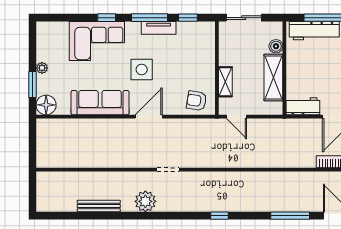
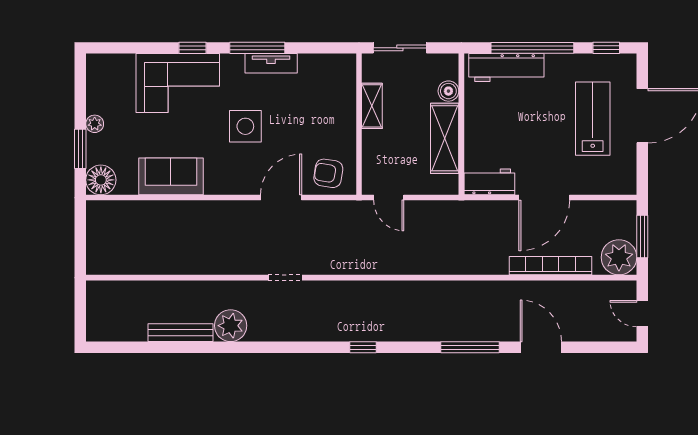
window: (188, 18) -> (315, 48), removed
shelving: (225, 82) -> (372, 106), moved
sofa: (100, 103) -> (171, 176), width x0.73
door: (149, 117) -> (281, 198), moved
plant: (145, 201) -> (231, 326), moved

